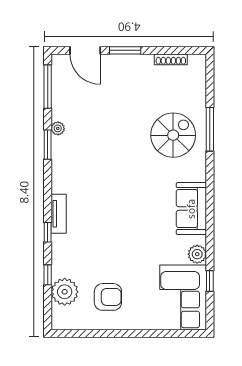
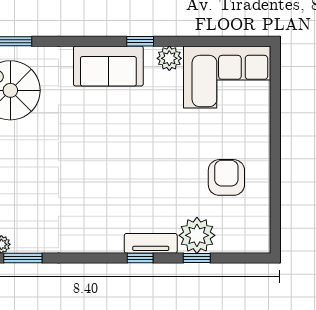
tv unit: (59, 214) -> (151, 243), moved
window: (210, 281) -> (140, 41), moved
plant: (65, 292) -> (197, 235), moved

